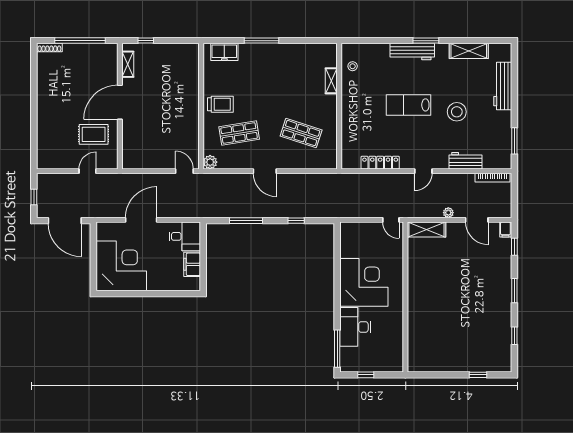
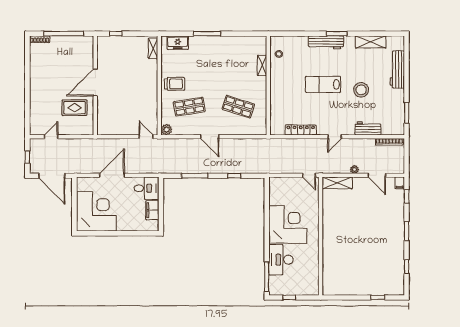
shelving: (128, 64) -> (153, 48), moved
door: (88, 171) -> (51, 137), moved

